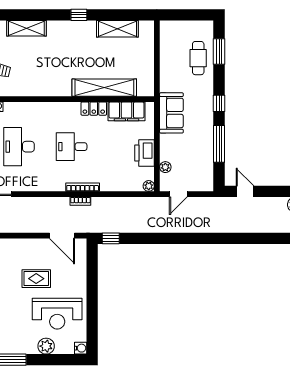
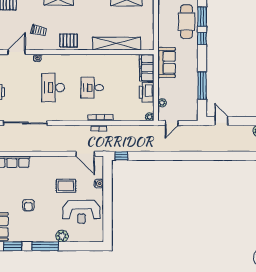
cafe table: (198, 58) -> (186, 22), width x1.37, depth x1.35
pallet: (40, 83) -> (69, 40), added
window: (219, 103) -> (202, 39), moved
locker: (94, 109) -> (109, 59), removed
filing cabinet: (126, 111) -> (147, 68), moved, turned 90
plant: (46, 346) -> (62, 236), moved
water cooler: (81, 348) -> (99, 184), moved

